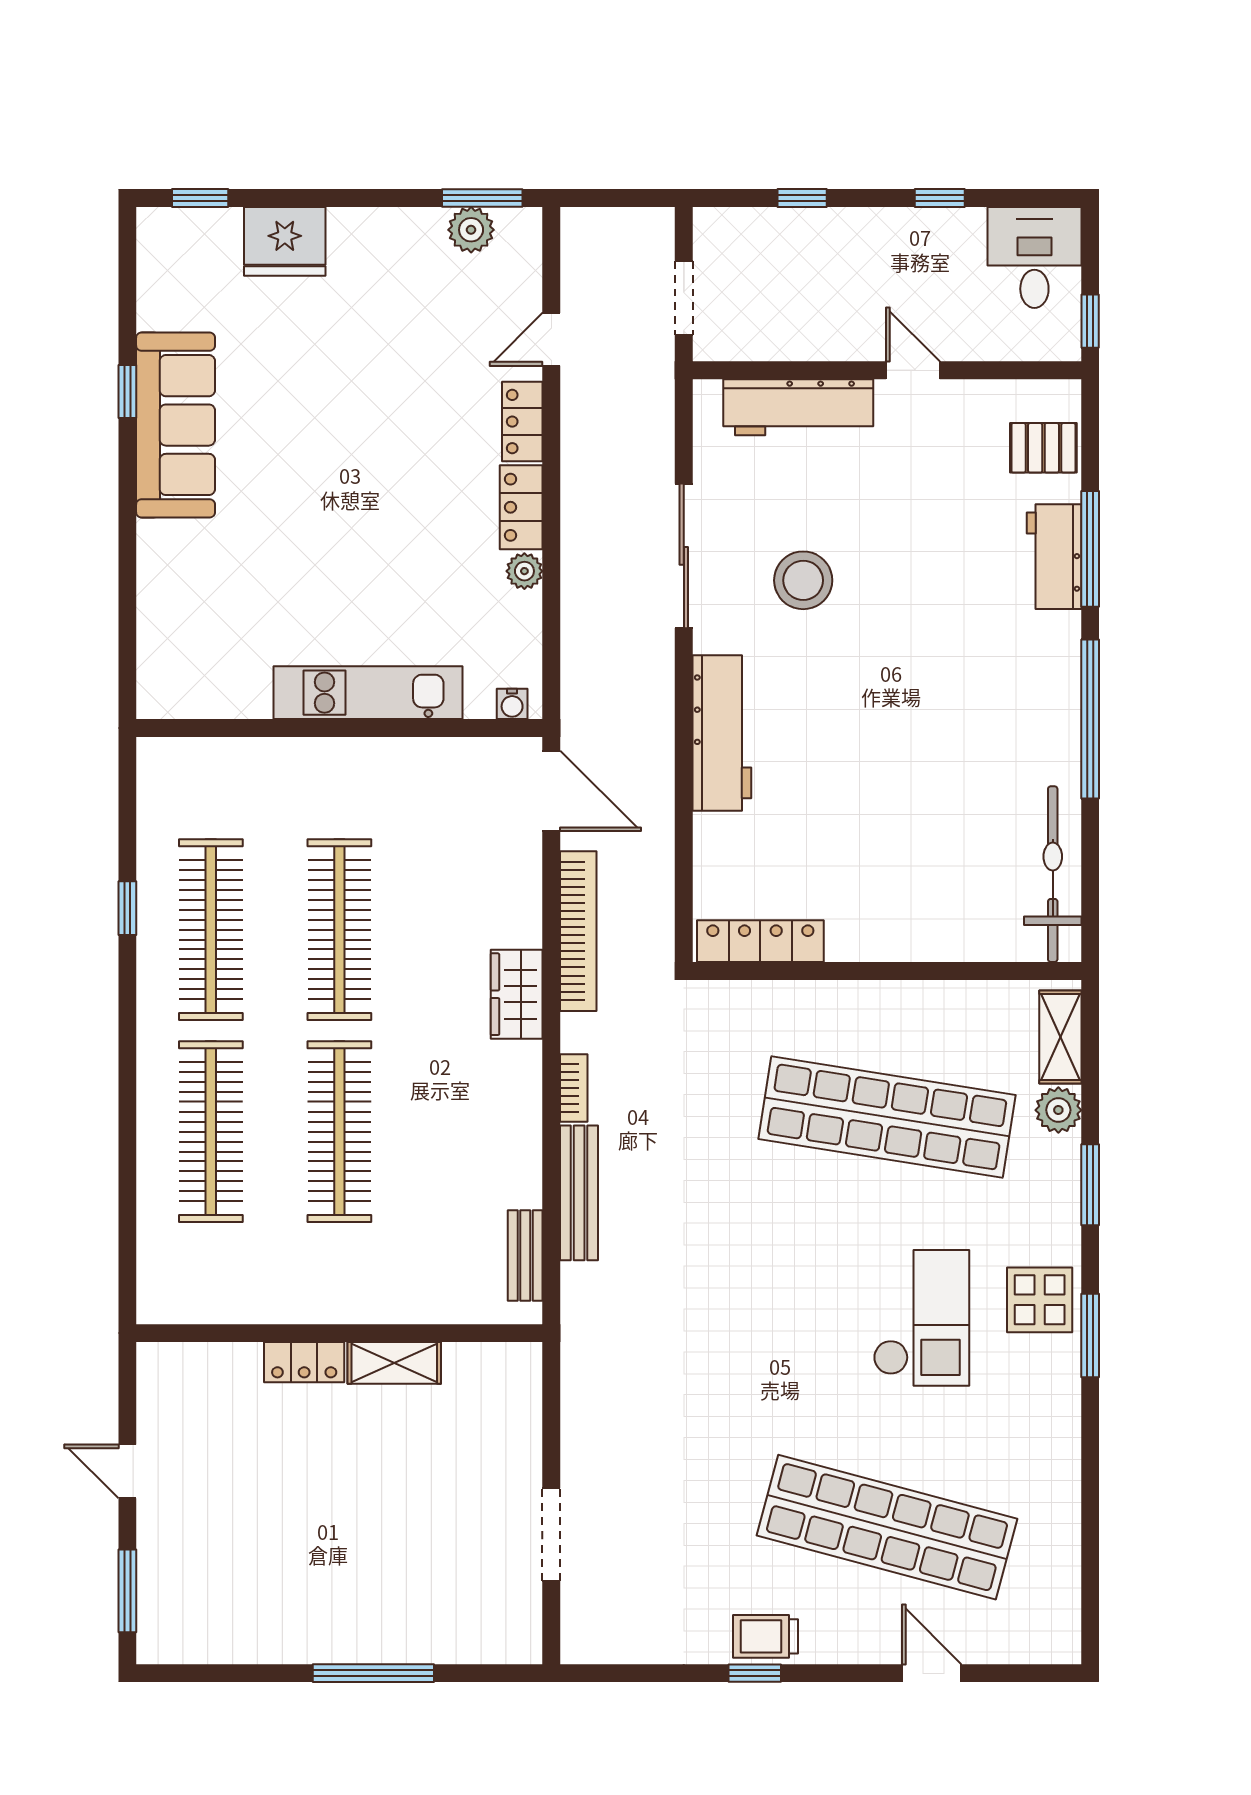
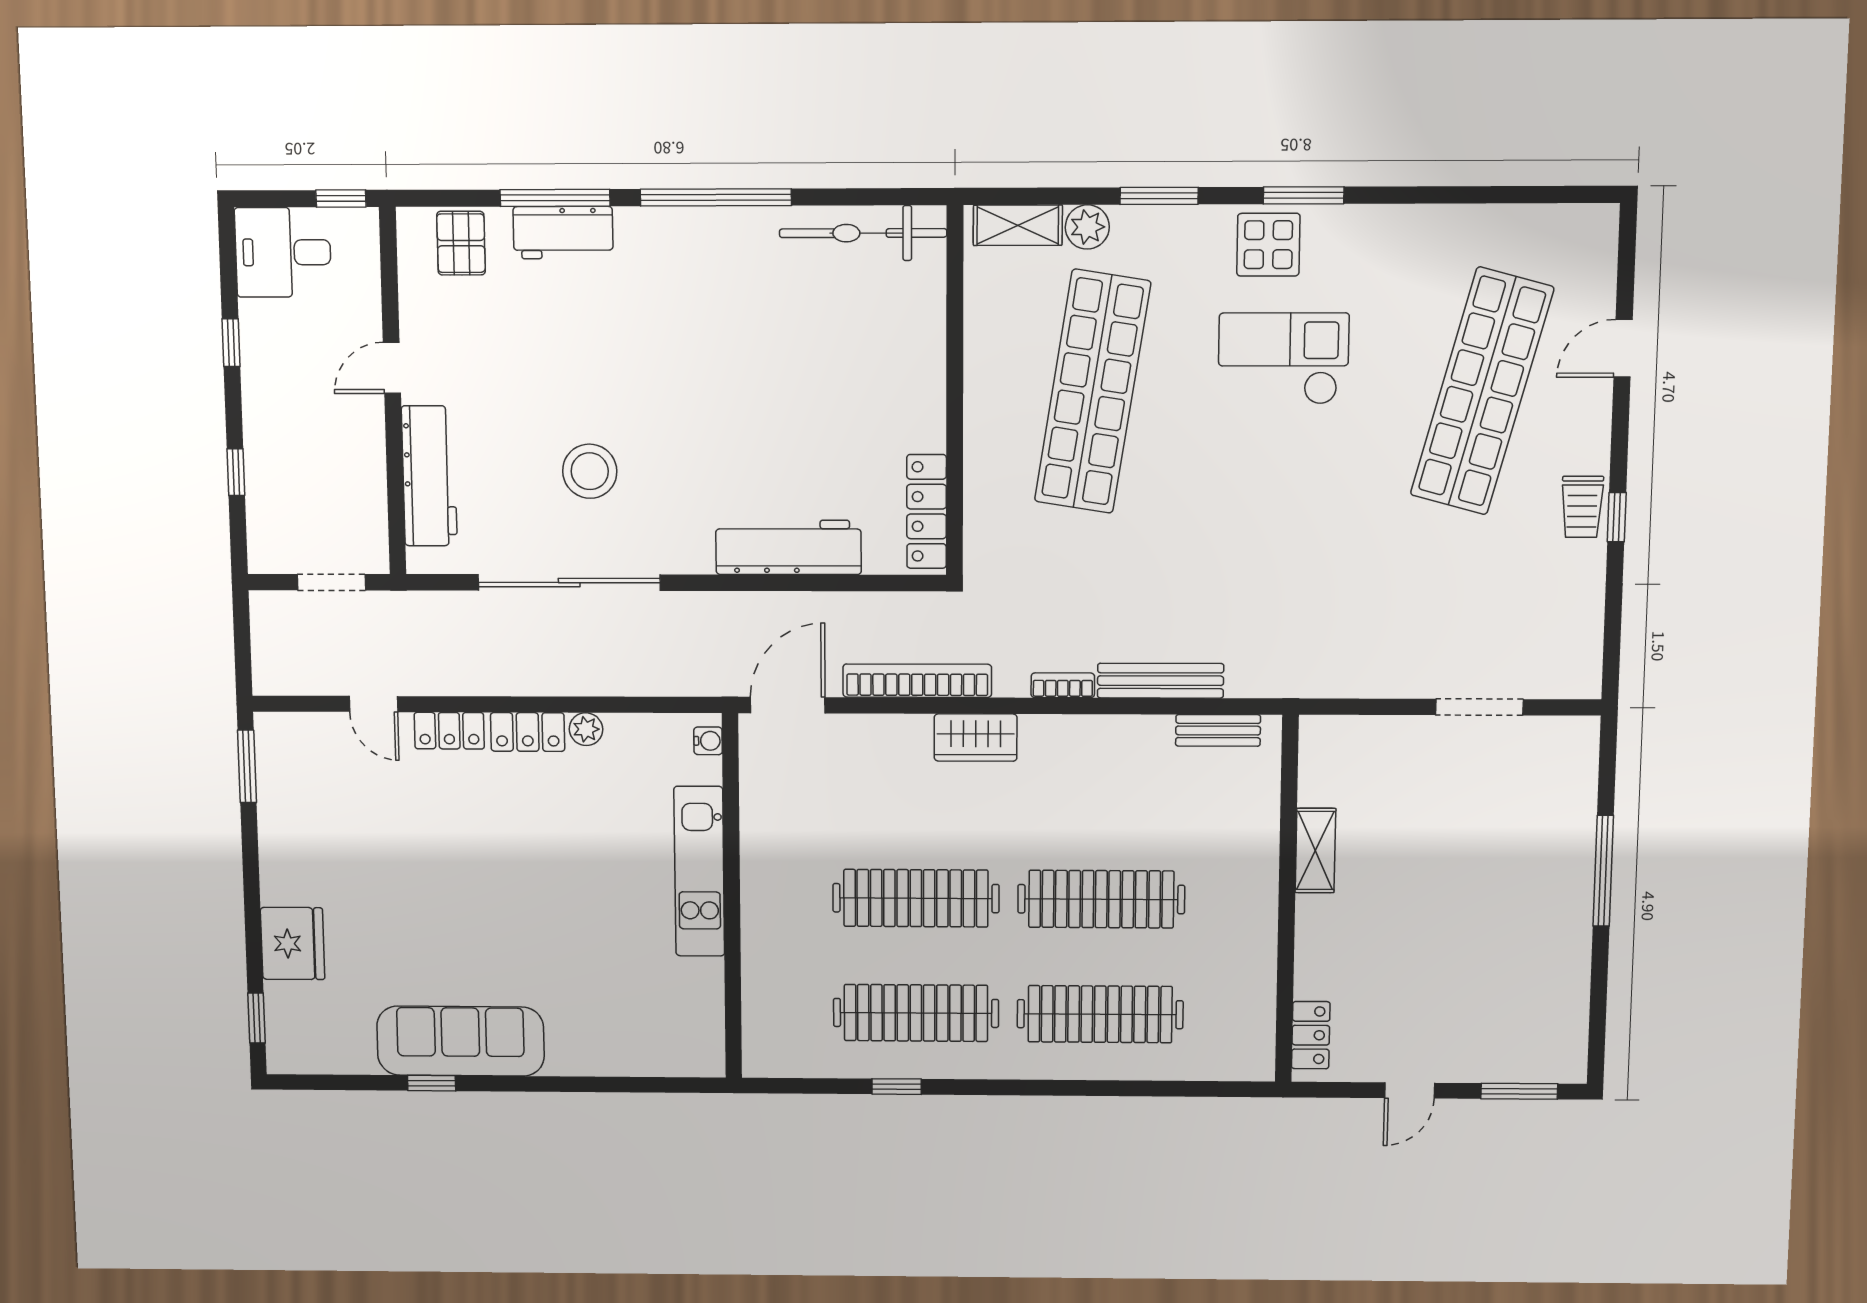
plant: (471, 230) -> (276, 777), removed
sliding door: (684, 556) -> (569, 583), width x1.36
workbench: (722, 733) -> (788, 547), moved
locker: (304, 1362) -> (1311, 1035), moved

